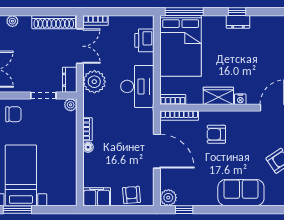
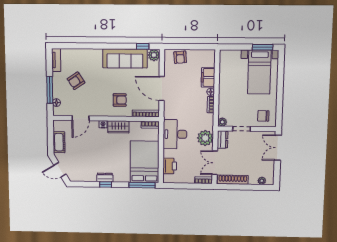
sofa: (241, 193) -> (125, 58), moved, width x1.36
filing cabinet: (97, 197) -> (208, 77), moved, turned 90

